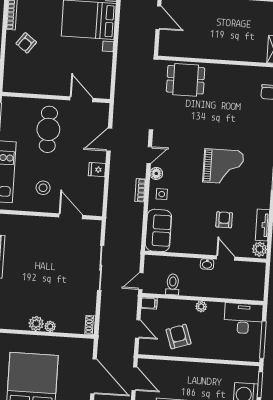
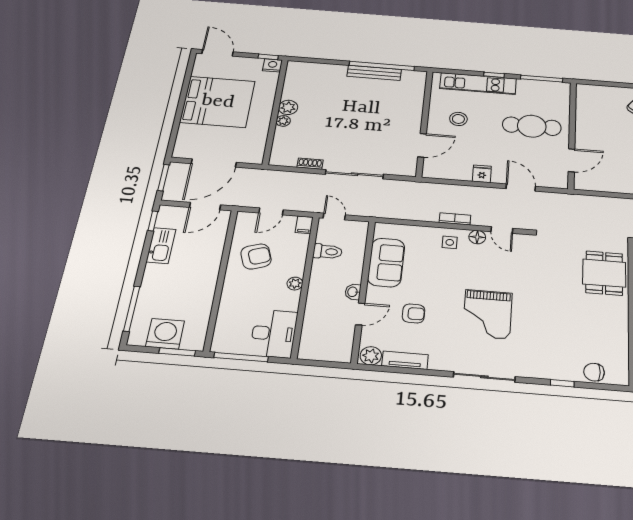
sofa: (158, 230) -> (386, 262), moved, turned -90
shoe rack: (90, 325) -> (310, 164), moved

